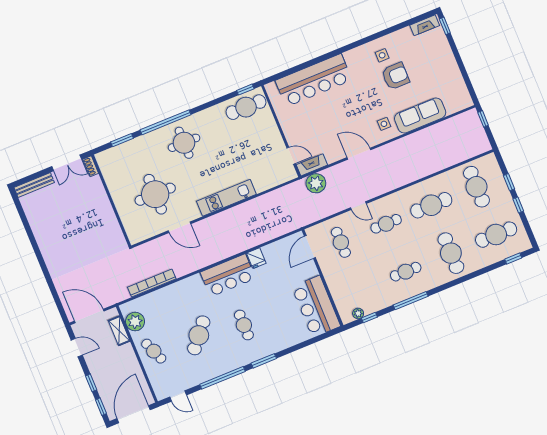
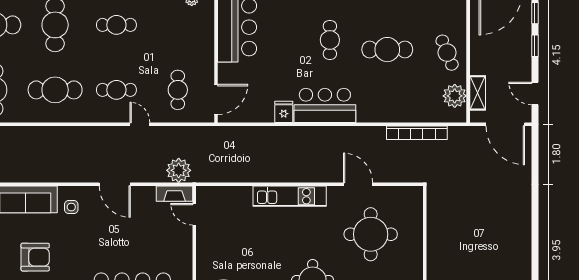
armchair: (395, 76) -> (35, 257), turned 180
cafe table: (199, 335) -> (387, 50), turned 50

